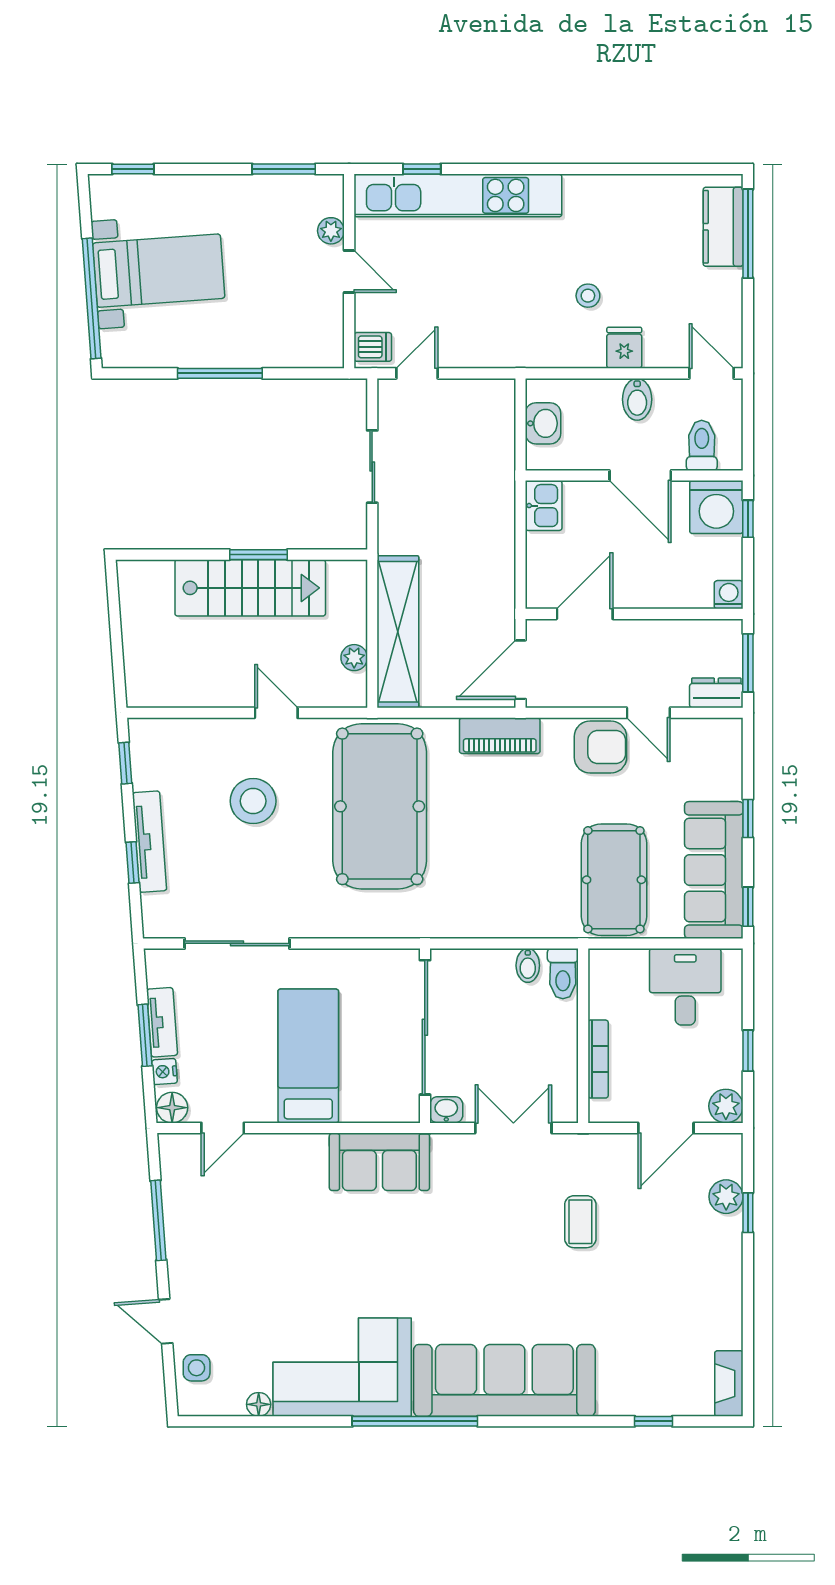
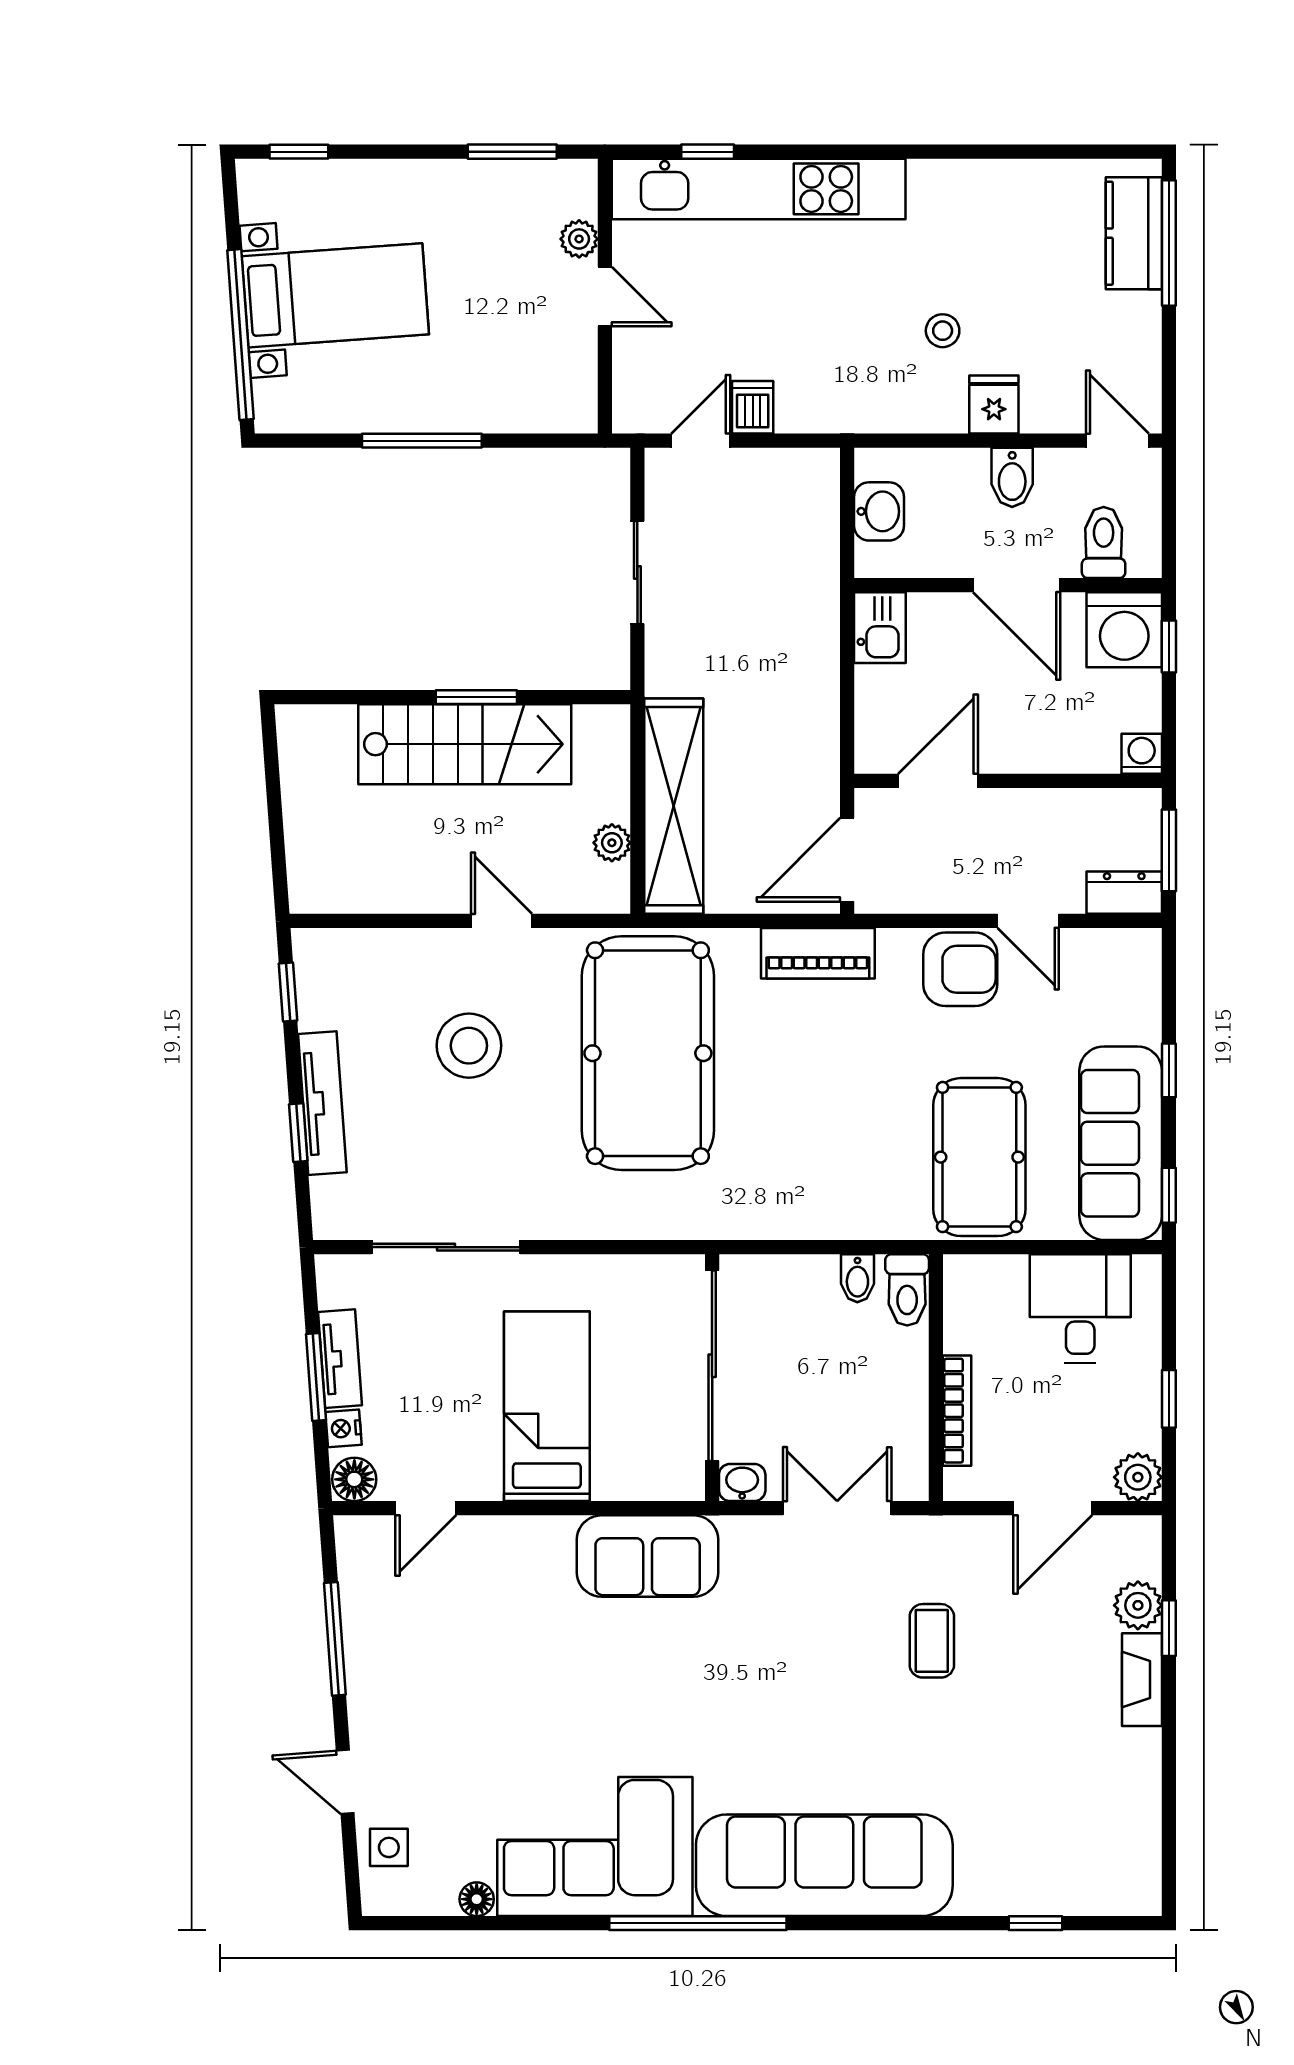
dishwasher: (373, 347) -> (753, 407), moved, turned -90
fireplace: (729, 1383) -> (1142, 1680), moved

